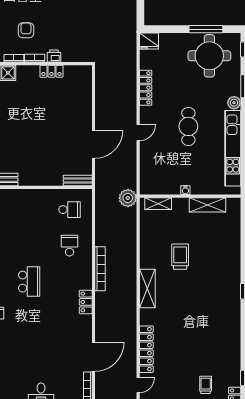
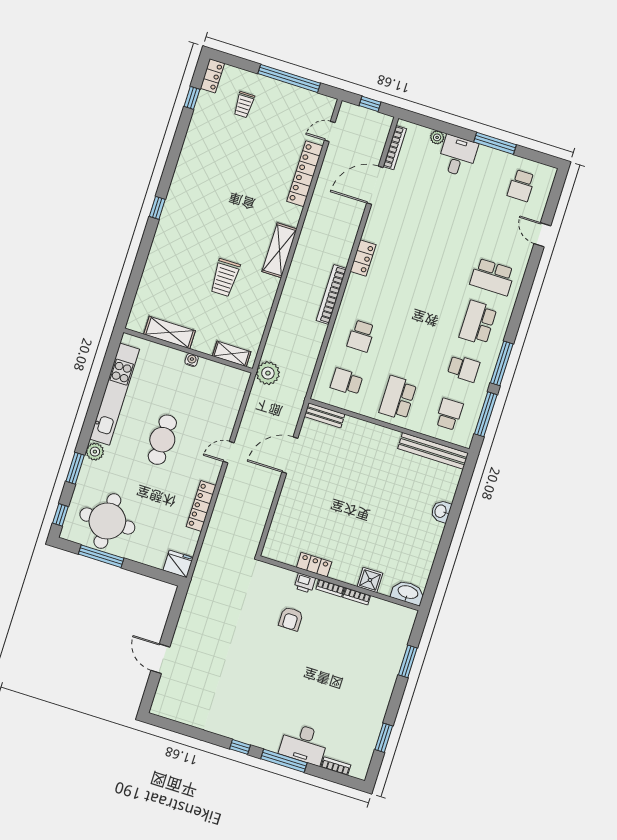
armchair: (26, 30) -> (291, 619), moved
school desk: (29, 282) -> (398, 398), moved

